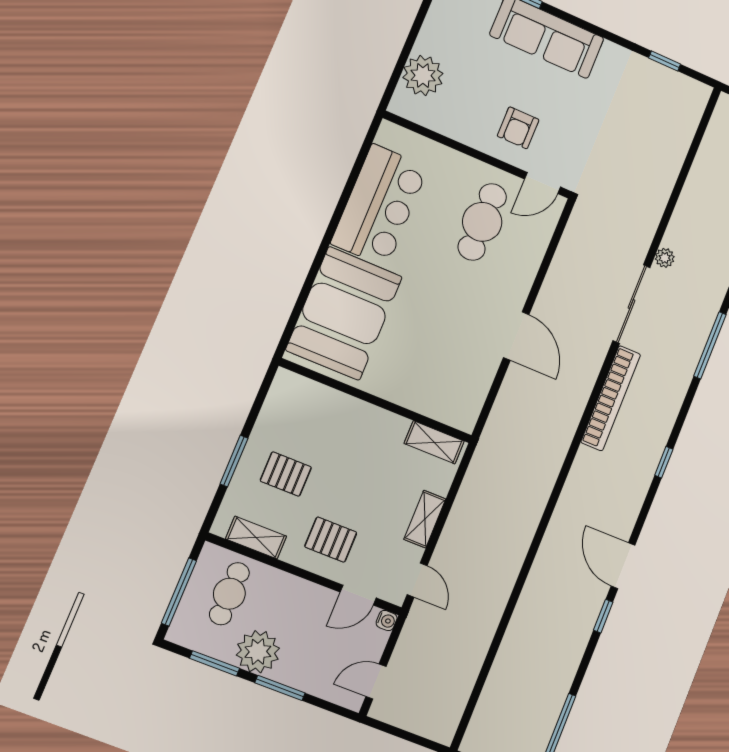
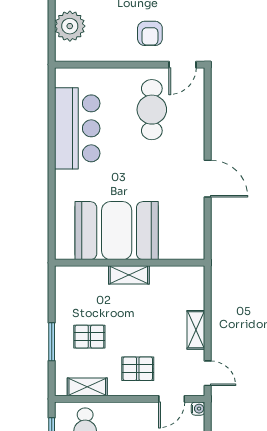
booth: (344, 313) -> (117, 231), moved, turned 90
shelving: (434, 442) -> (129, 275), moved

